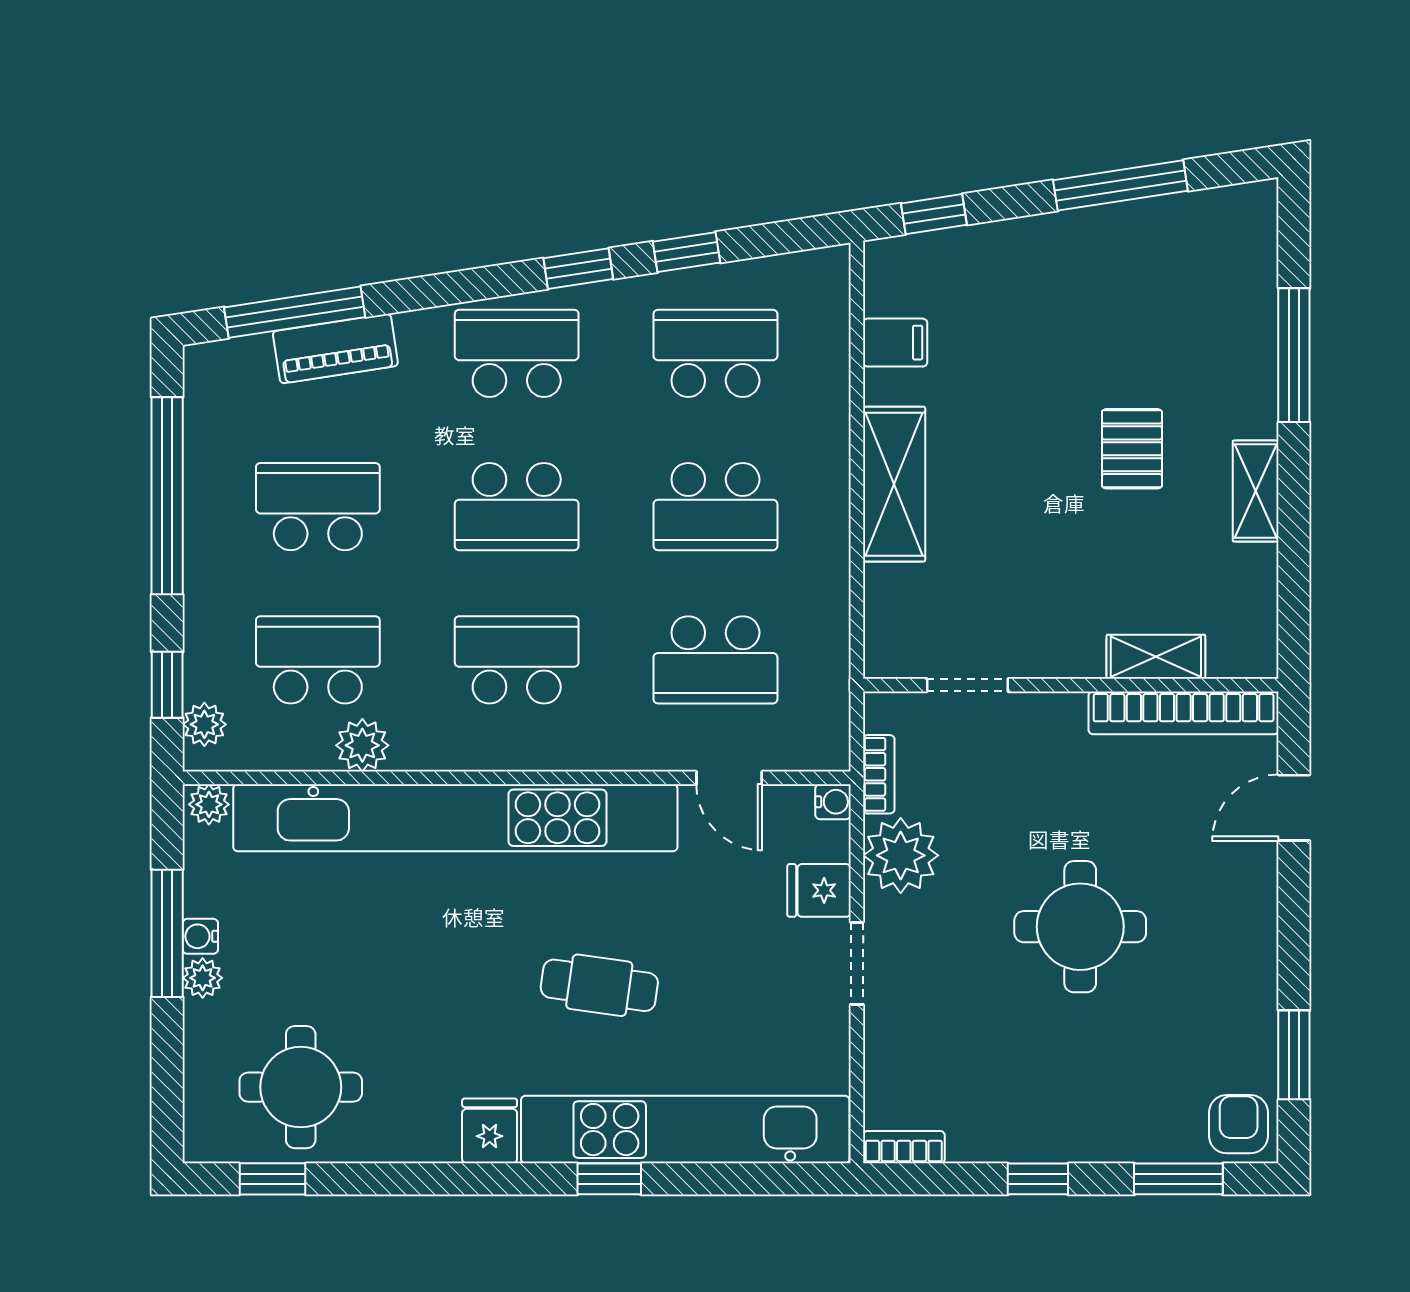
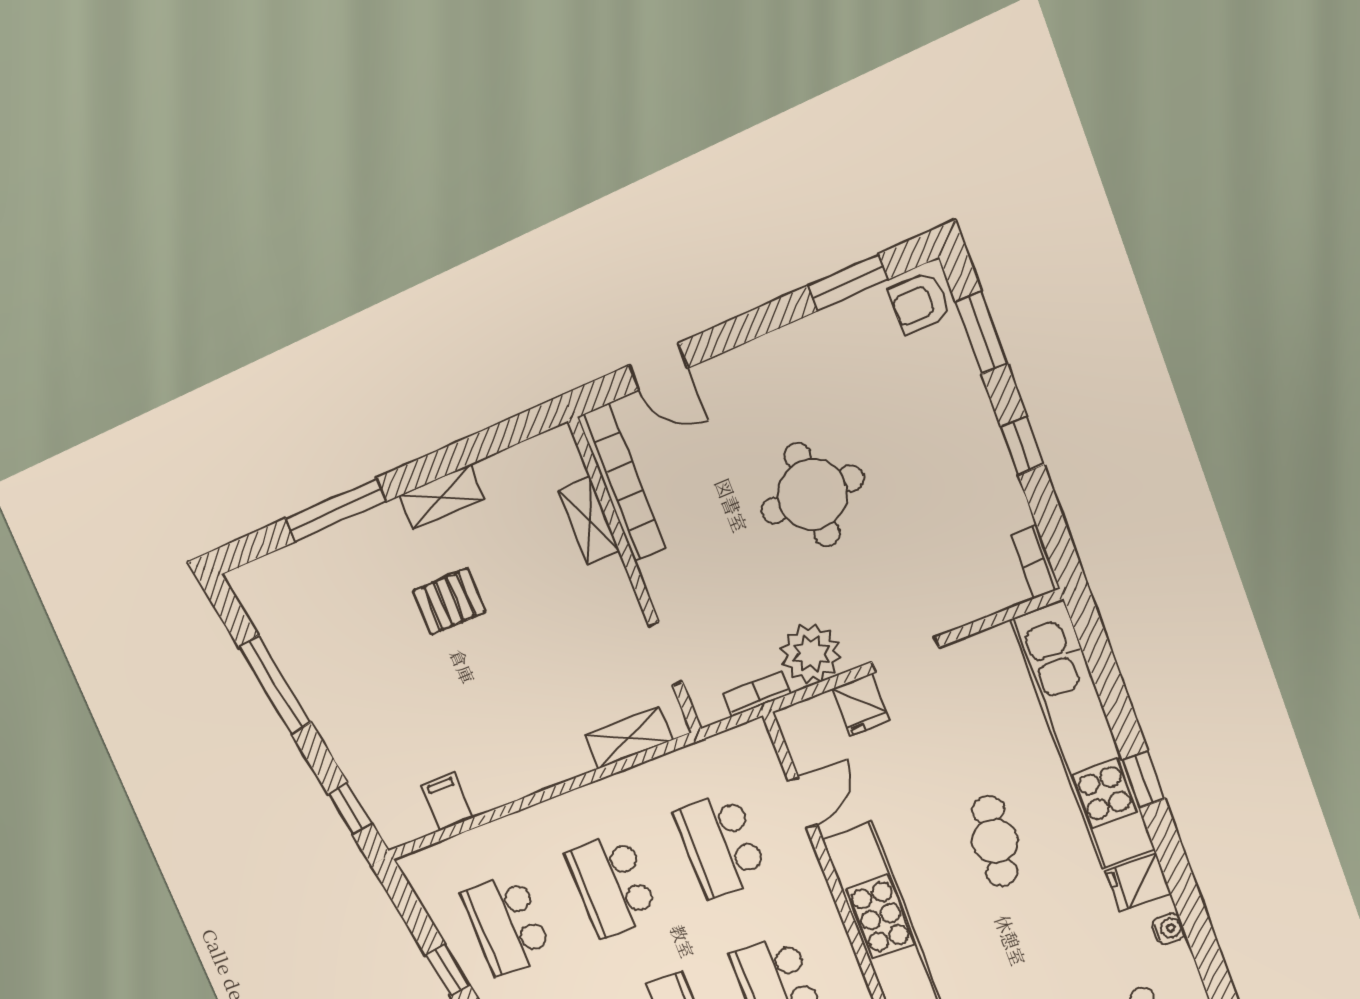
shelving: (894, 484) -> (628, 738), moved, width x0.67, depth x0.75
school desk: (715, 507) -> (612, 885), turned 180
school desk: (715, 660) -> (721, 845), turned 180
water cooler: (833, 802) -> (1169, 929), moved, turned 90

